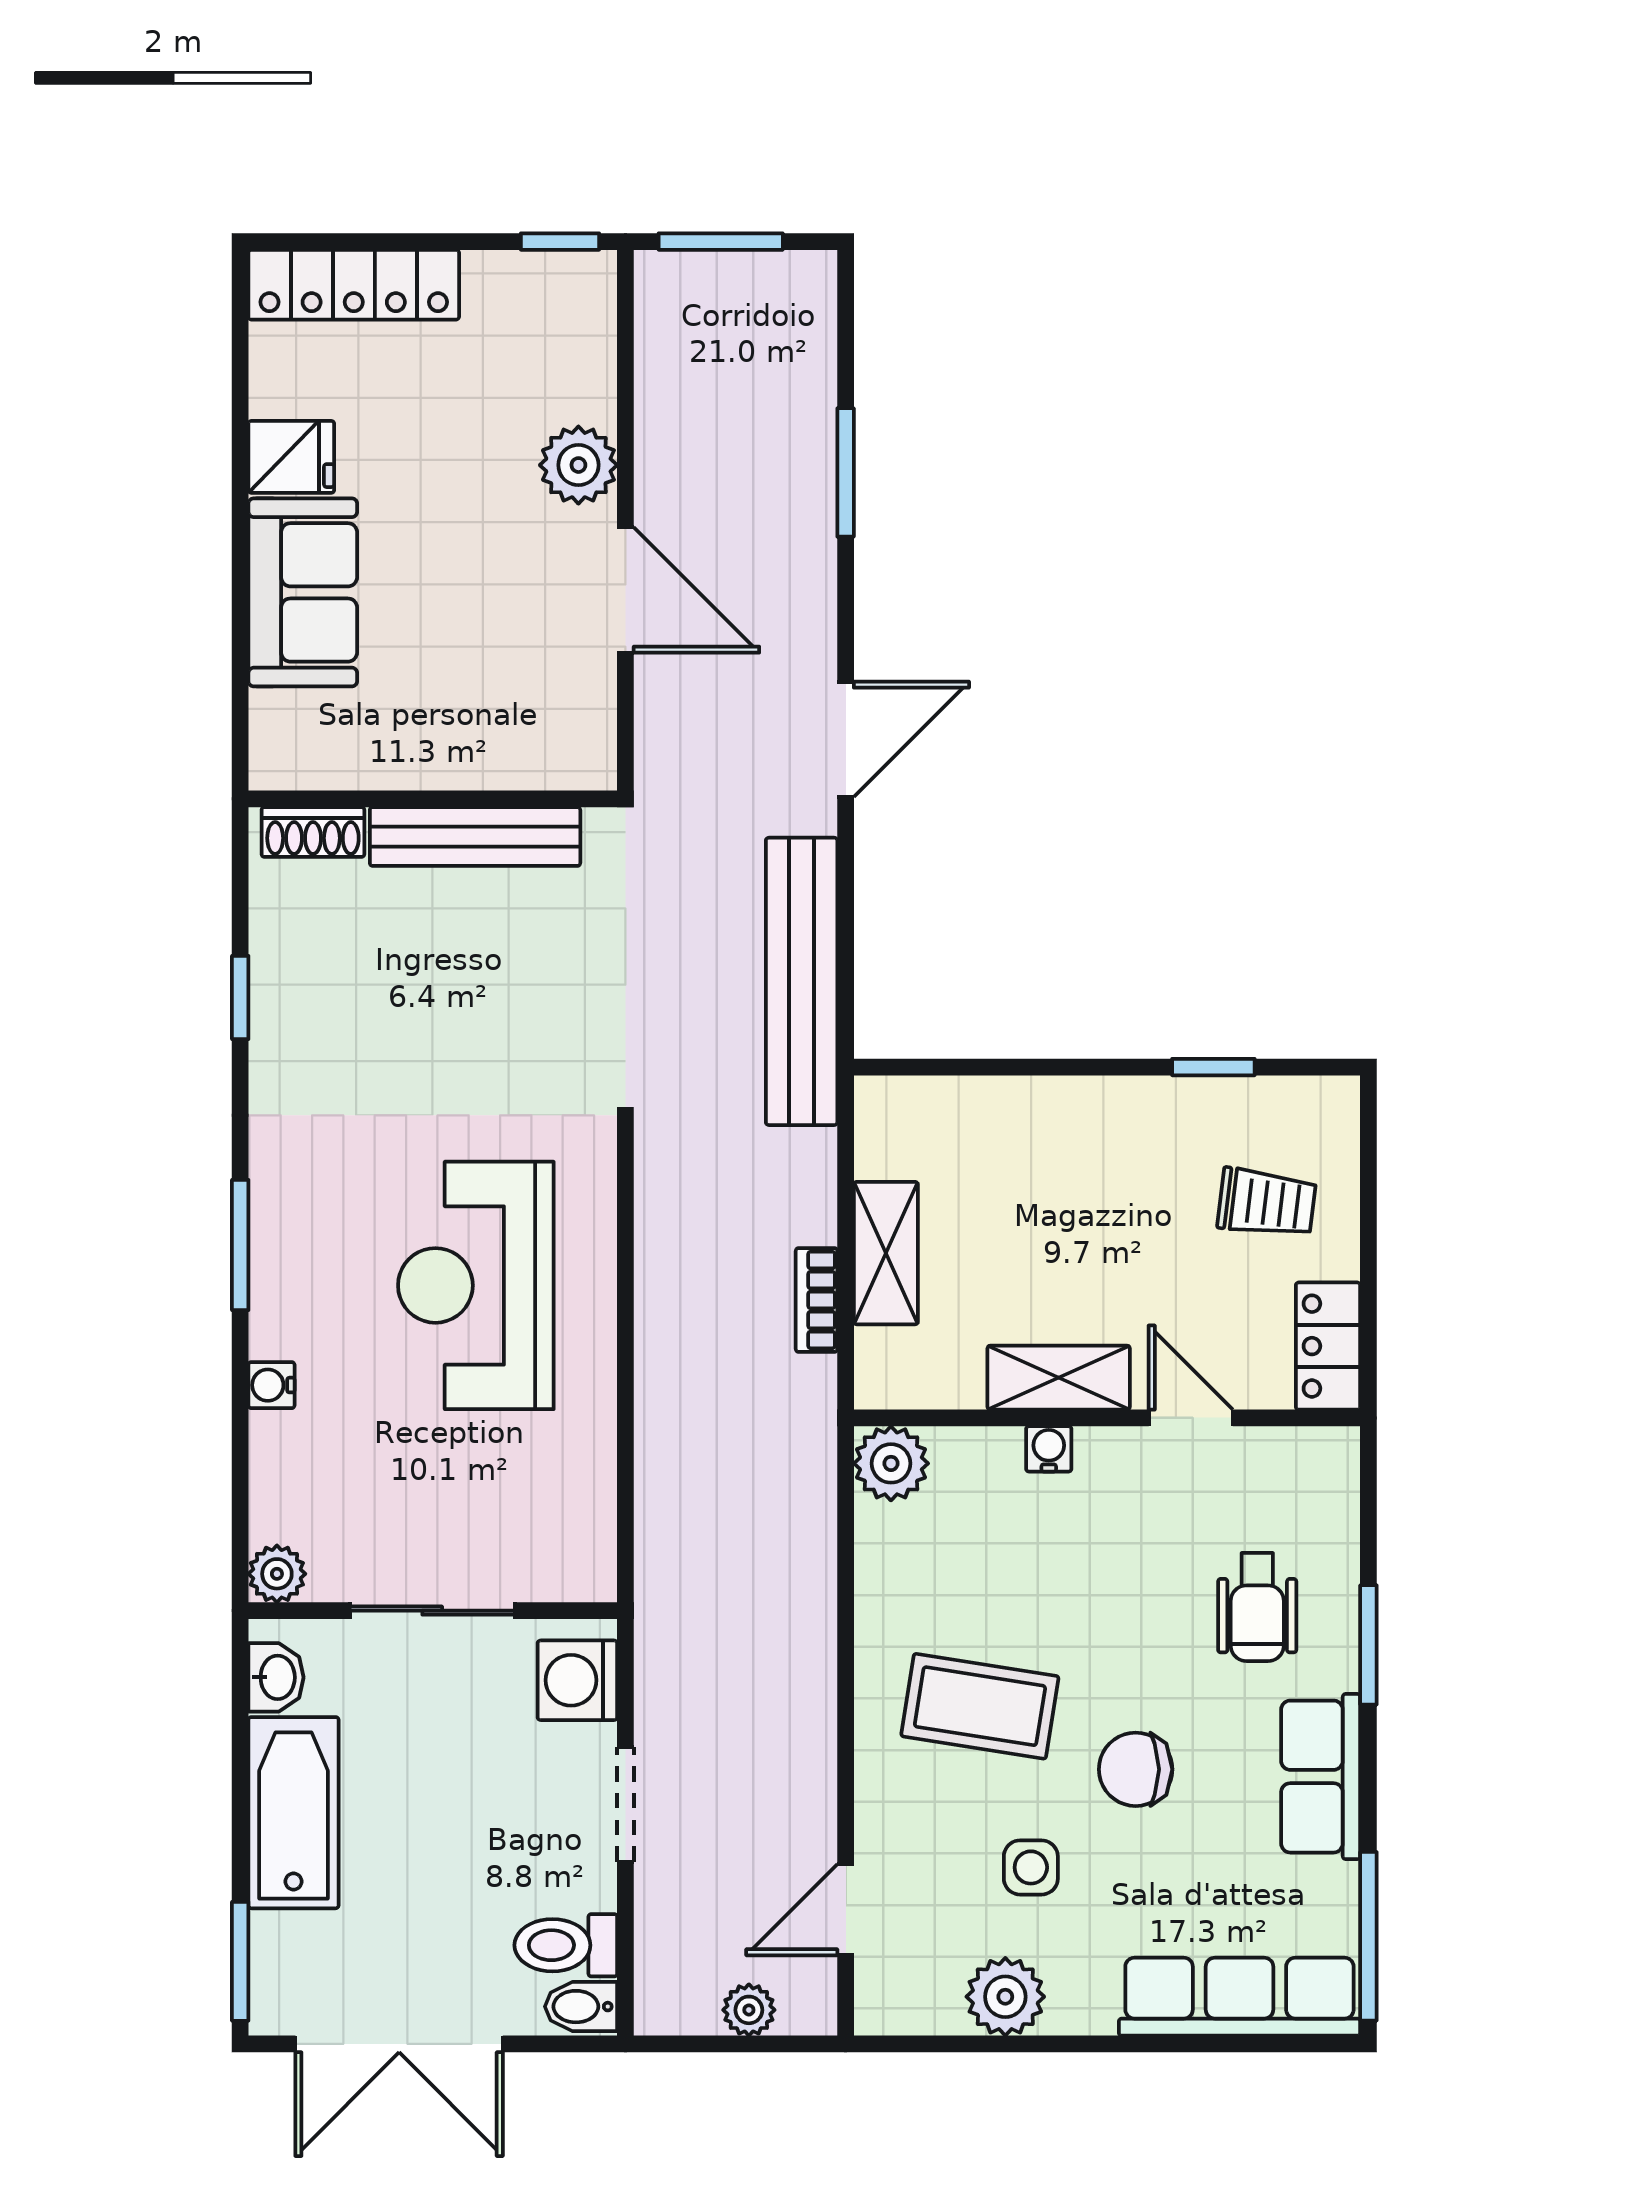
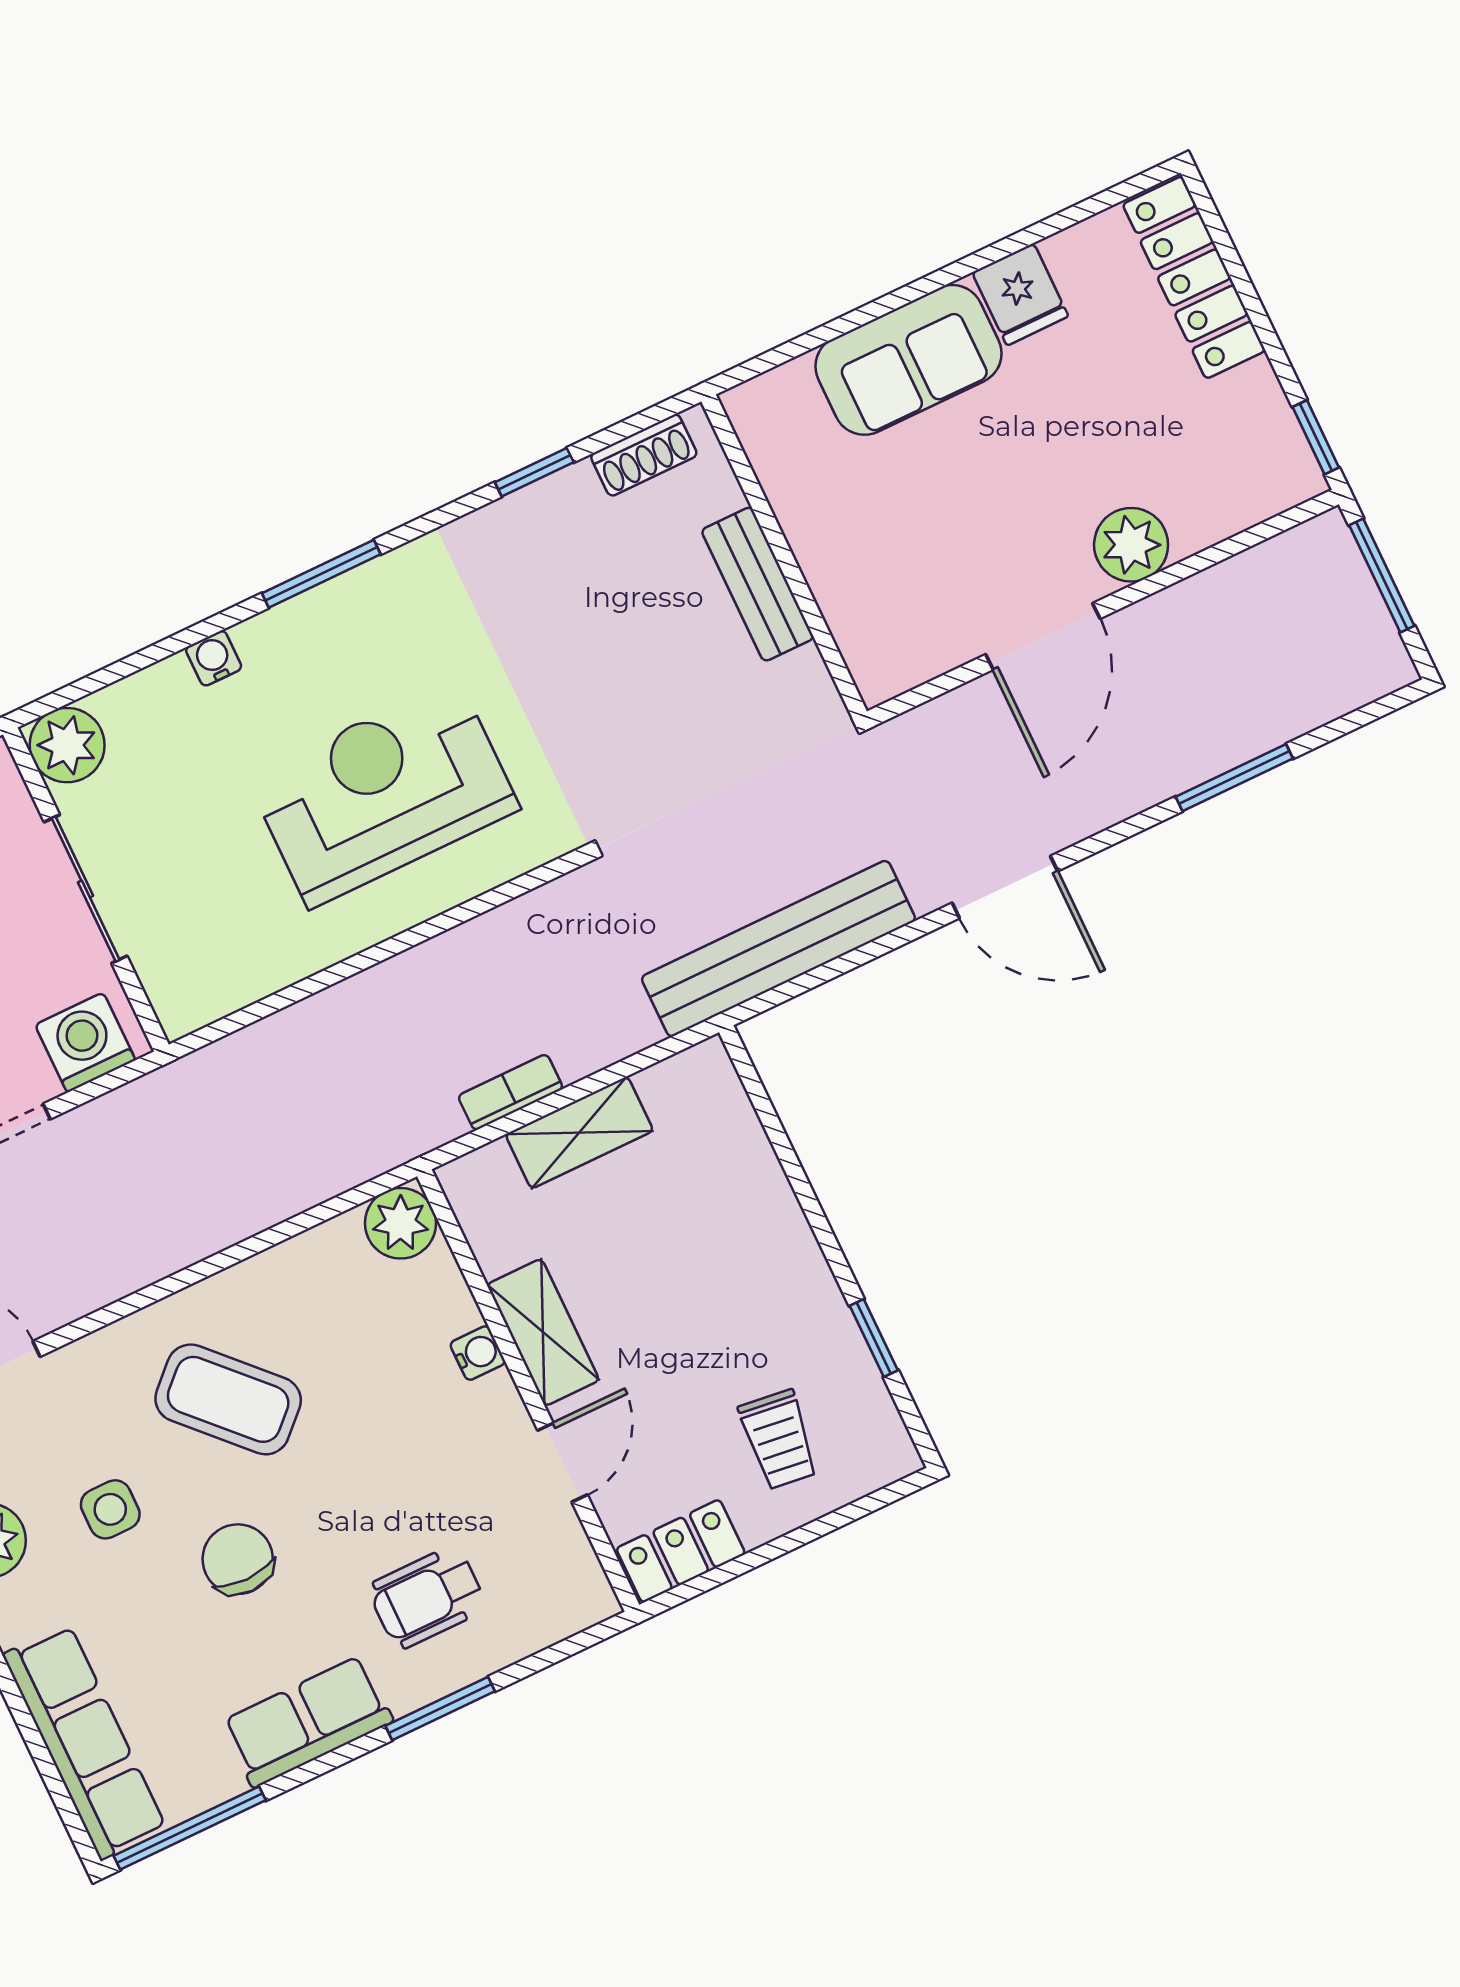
shoe rack: (313, 832) -> (644, 455), moved, turned -90
bench: (475, 837) -> (758, 584), width x0.73
plant: (277, 1574) -> (67, 745), width x1.38, depth x1.38
coffee table: (980, 1706) -> (228, 1399), turned -53

